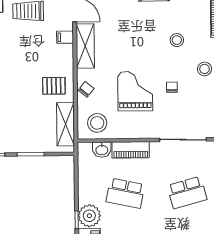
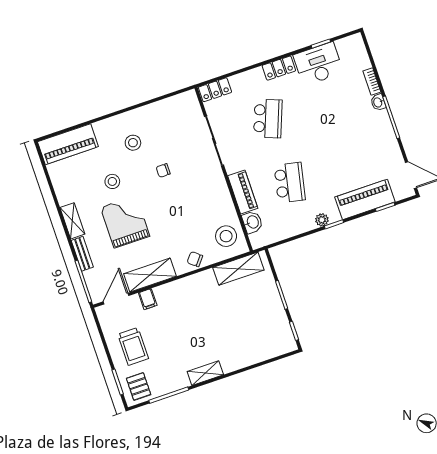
pallet: (54, 86) -> (202, 294), removed
grand piano: (135, 91) -> (125, 222), moved, turned 90
school desk: (187, 193) -> (268, 119), turned 36
plant: (89, 216) -> (322, 220), width x0.53, depth x0.53

